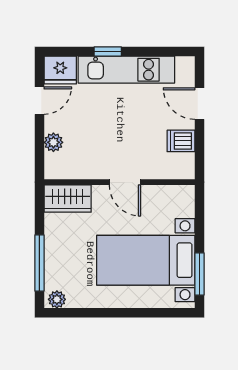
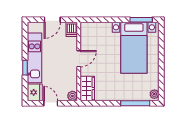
wall: (119, 182) -> (79, 62), moved
door: (125, 182) -> (79, 59), moved
wardrobe: (68, 199) -> (87, 89), moved

